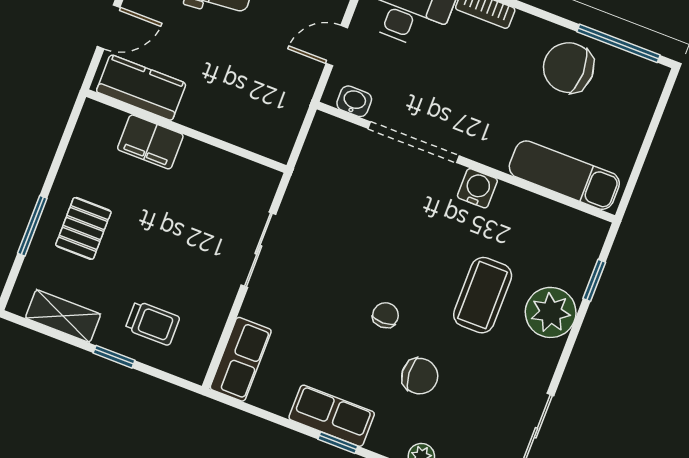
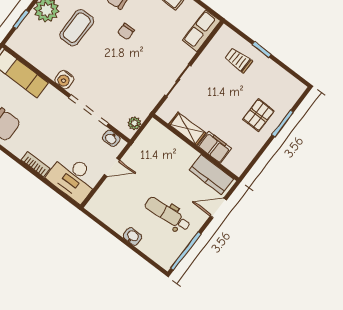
plant: (318, 143) -> (134, 123), added
shelving: (63, 316) -> (187, 129), moved

